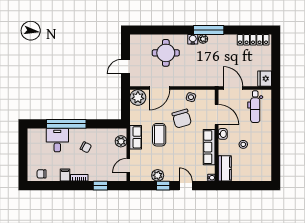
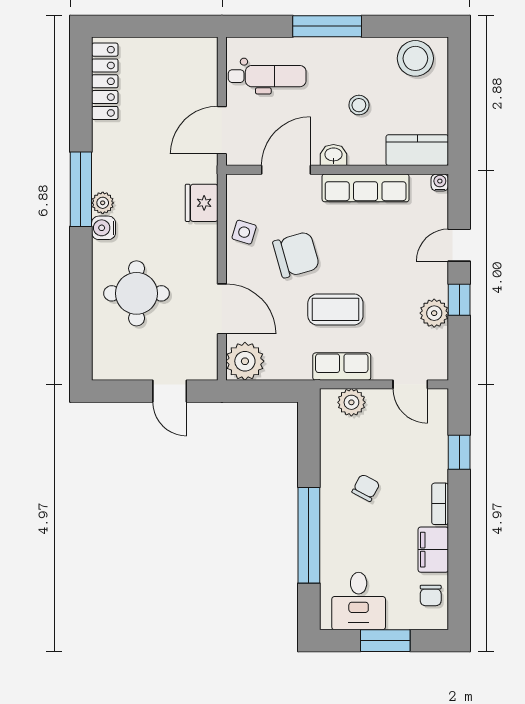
fridge: (265, 79) -> (202, 203), moved, turned 90
window: (276, 131) -> (327, 26), added
desk: (57, 140) -> (359, 601), moved, turned -90
window: (23, 155) -> (385, 641), added
stool: (262, 168) -> (415, 58), added
filing cabinet: (65, 175) -> (433, 550), width x2.00

